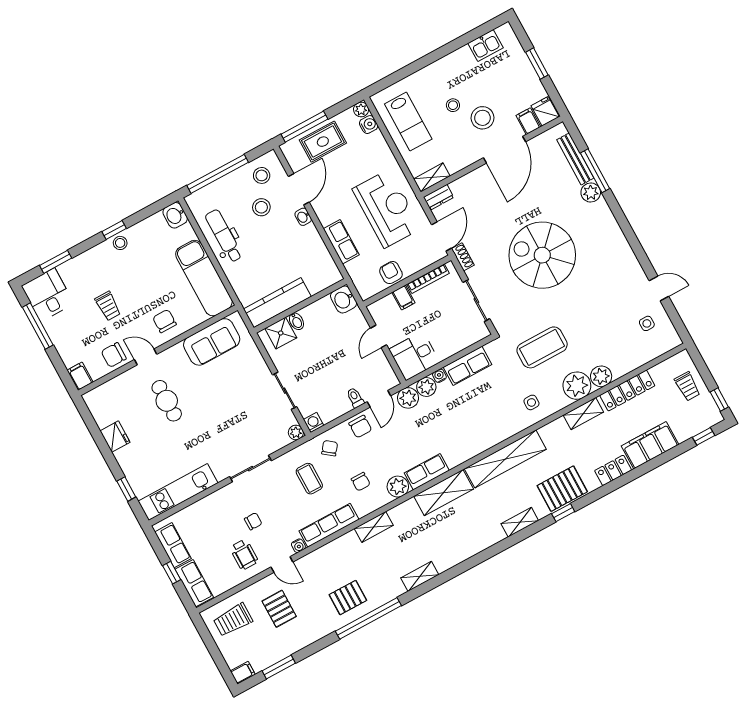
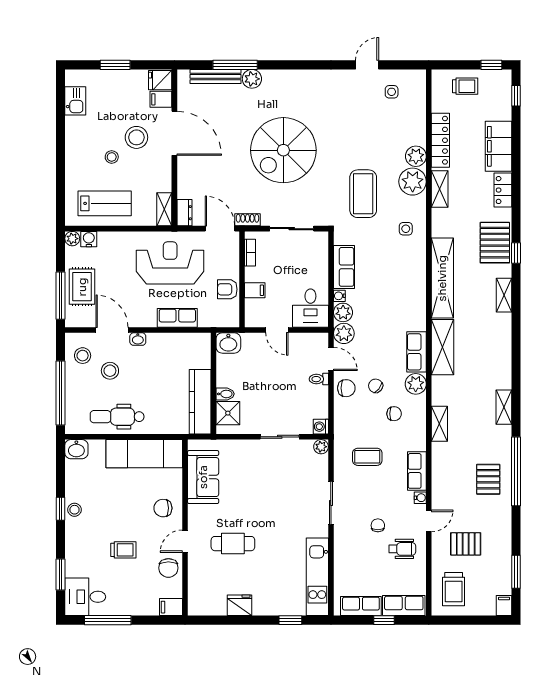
bookcase: (428, 279) -> (250, 253), width x0.64
chair: (330, 448) -> (376, 386), moved
row of seats: (329, 525) -> (417, 471), width x0.68

